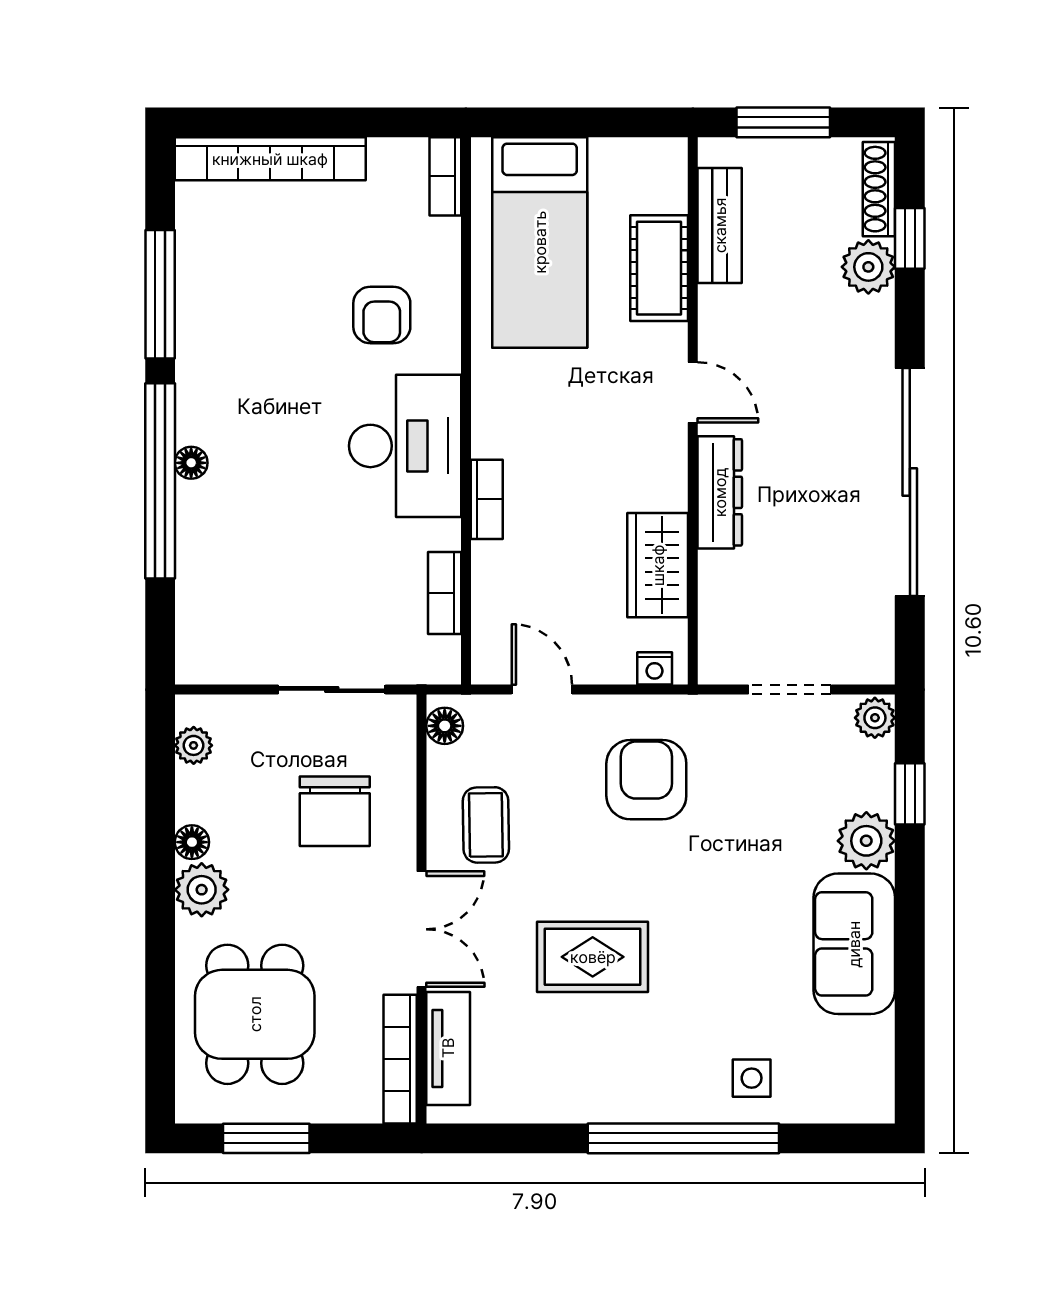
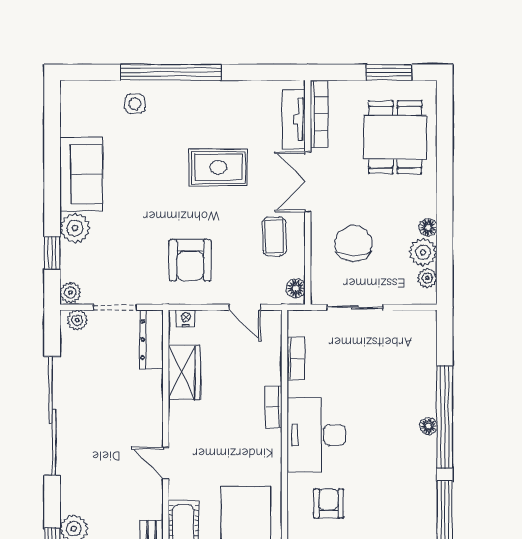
dresser: (720, 492) -> (152, 339), moved
plant: (862, 665) -> (77, 320), added
plant: (202, 890) -> (423, 252), moved

